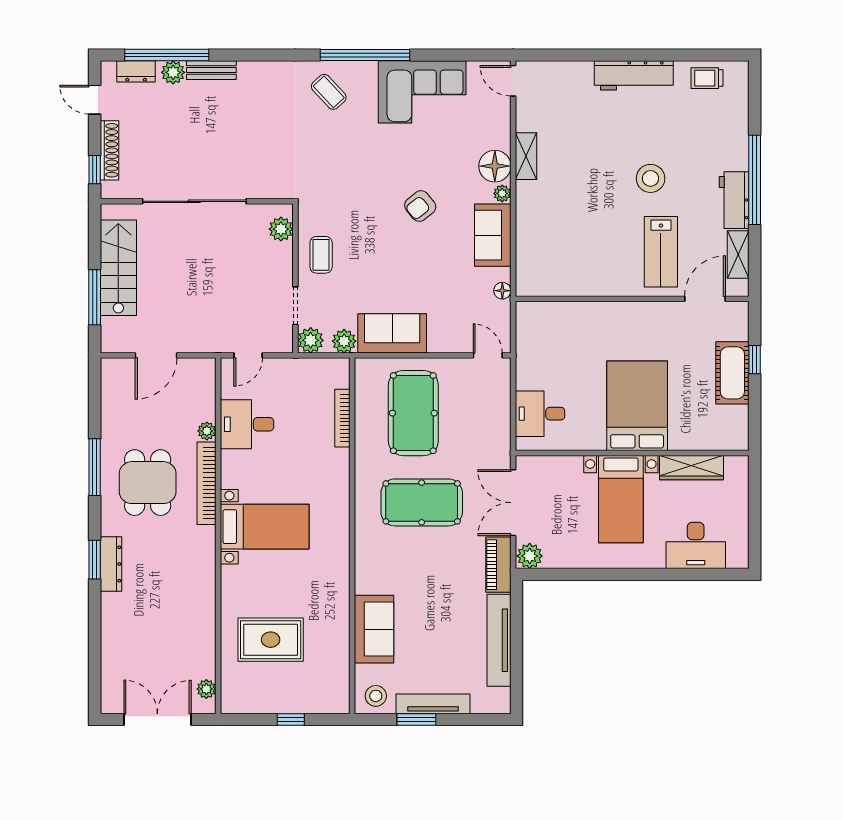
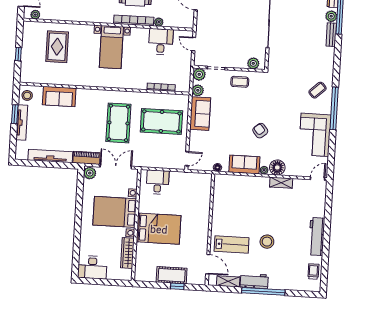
lab bench: (661, 252) -> (232, 245), turned 180
bed with nightstands: (621, 499) -> (115, 212), width x1.36
desk: (696, 545) -> (92, 267), moved, turned -90

